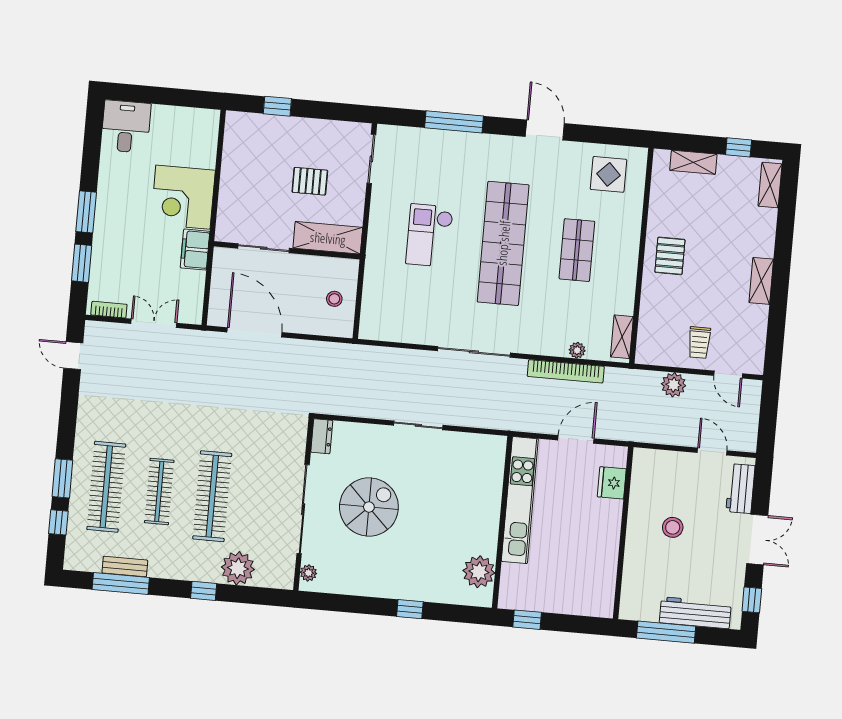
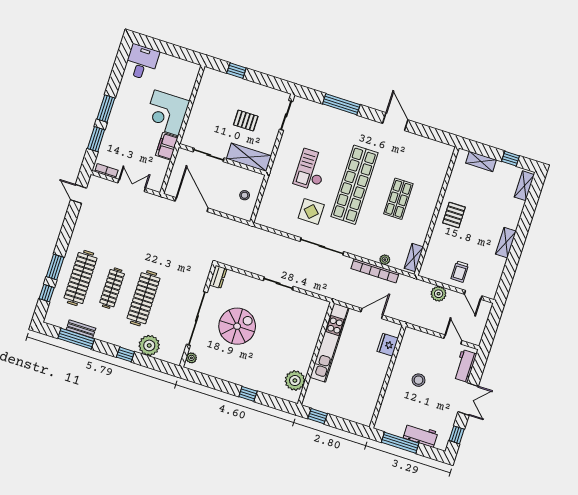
display table: (608, 174) -> (311, 211), moved
workbench: (695, 613) -> (421, 435), width x0.73

